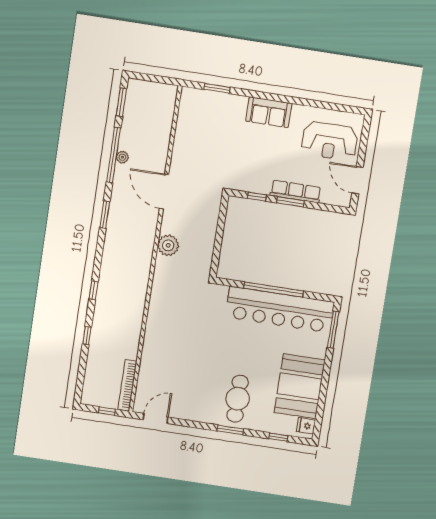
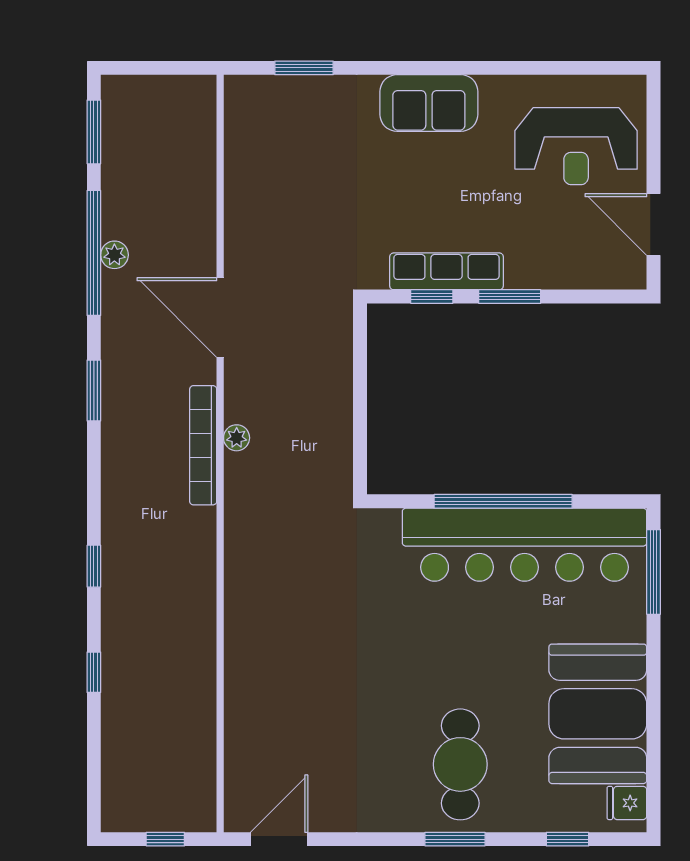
row of seats: (296, 191) -> (447, 271), moved
plant: (168, 245) -> (237, 438), width x0.53, depth x0.53
bookcase: (127, 385) -> (203, 445), moved

